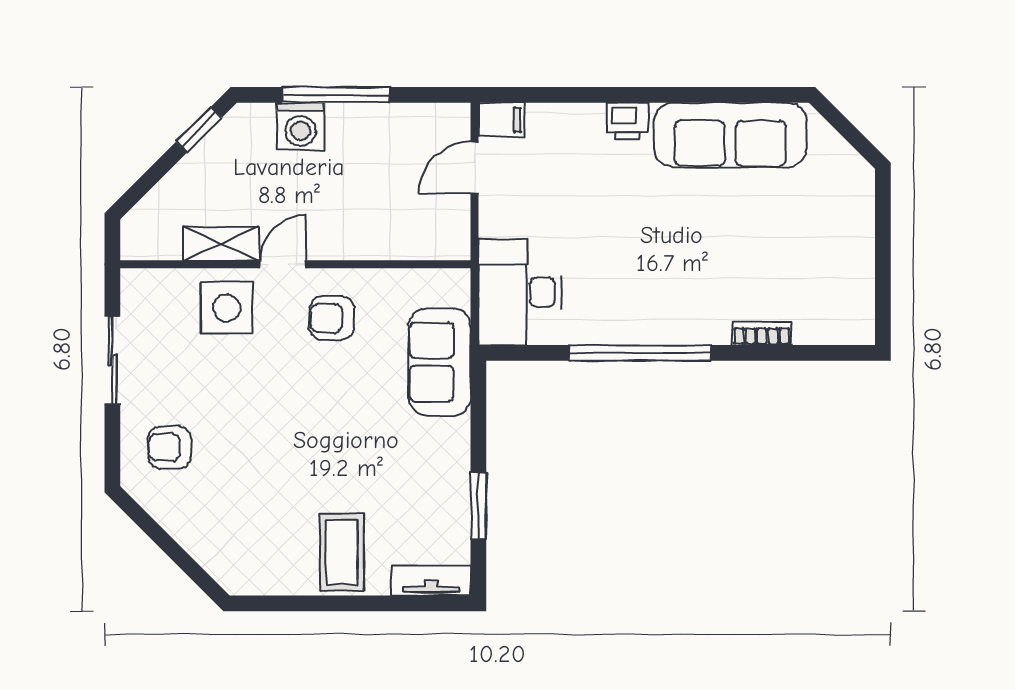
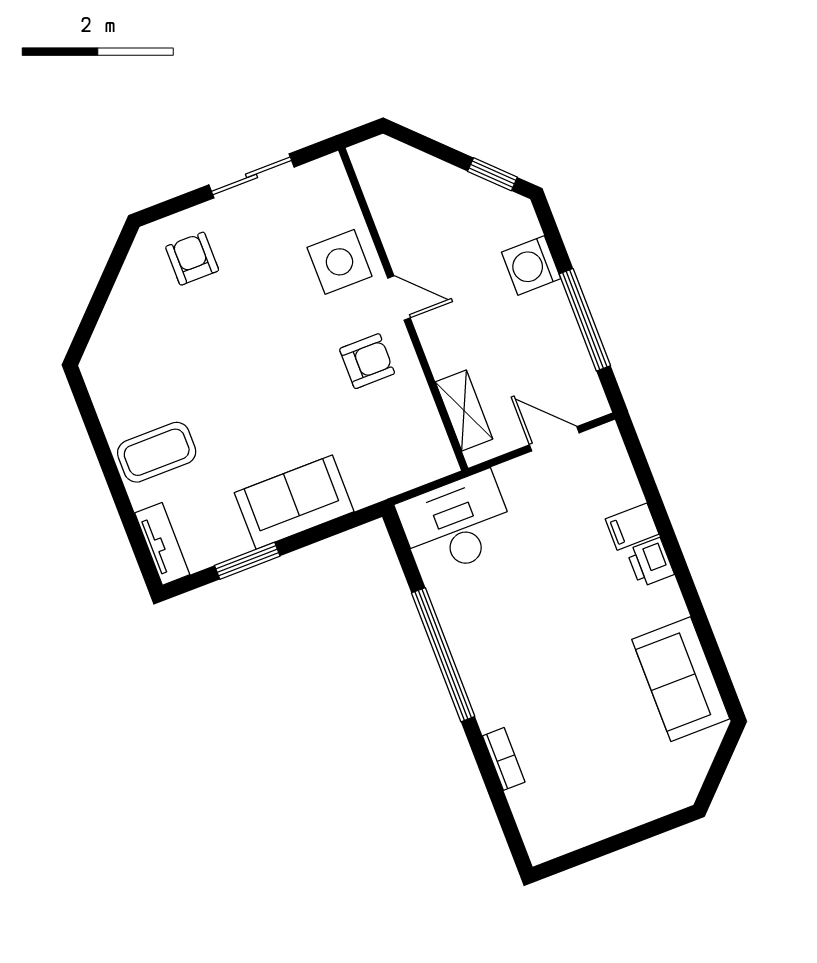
window: (336, 95) -> (585, 320), moved
filing cabinet: (501, 120) -> (632, 527), moved, turned 90
sofa: (730, 135) -> (681, 679), width x0.73
shelving: (221, 243) -> (464, 411), moved
armchair: (332, 318) -> (367, 361), turned 90
sofa: (440, 362) -> (294, 502), moved

